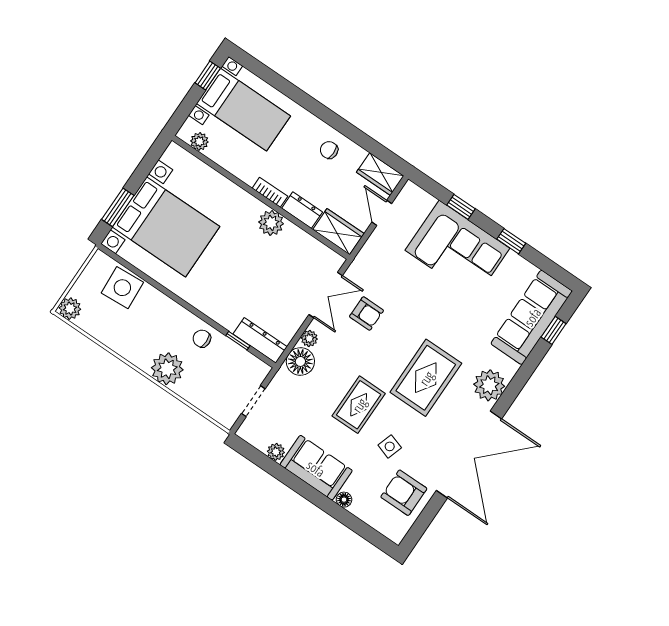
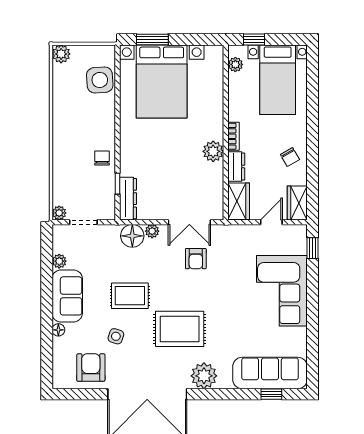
window: (208, 76) -> (254, 39), moved
chair: (329, 150) -> (290, 157), turned 150
window: (461, 207) -> (312, 248), moved
window: (511, 241) -> (312, 324), removed
plant: (167, 369) -> (59, 213), moved, width x0.53, depth x0.53

